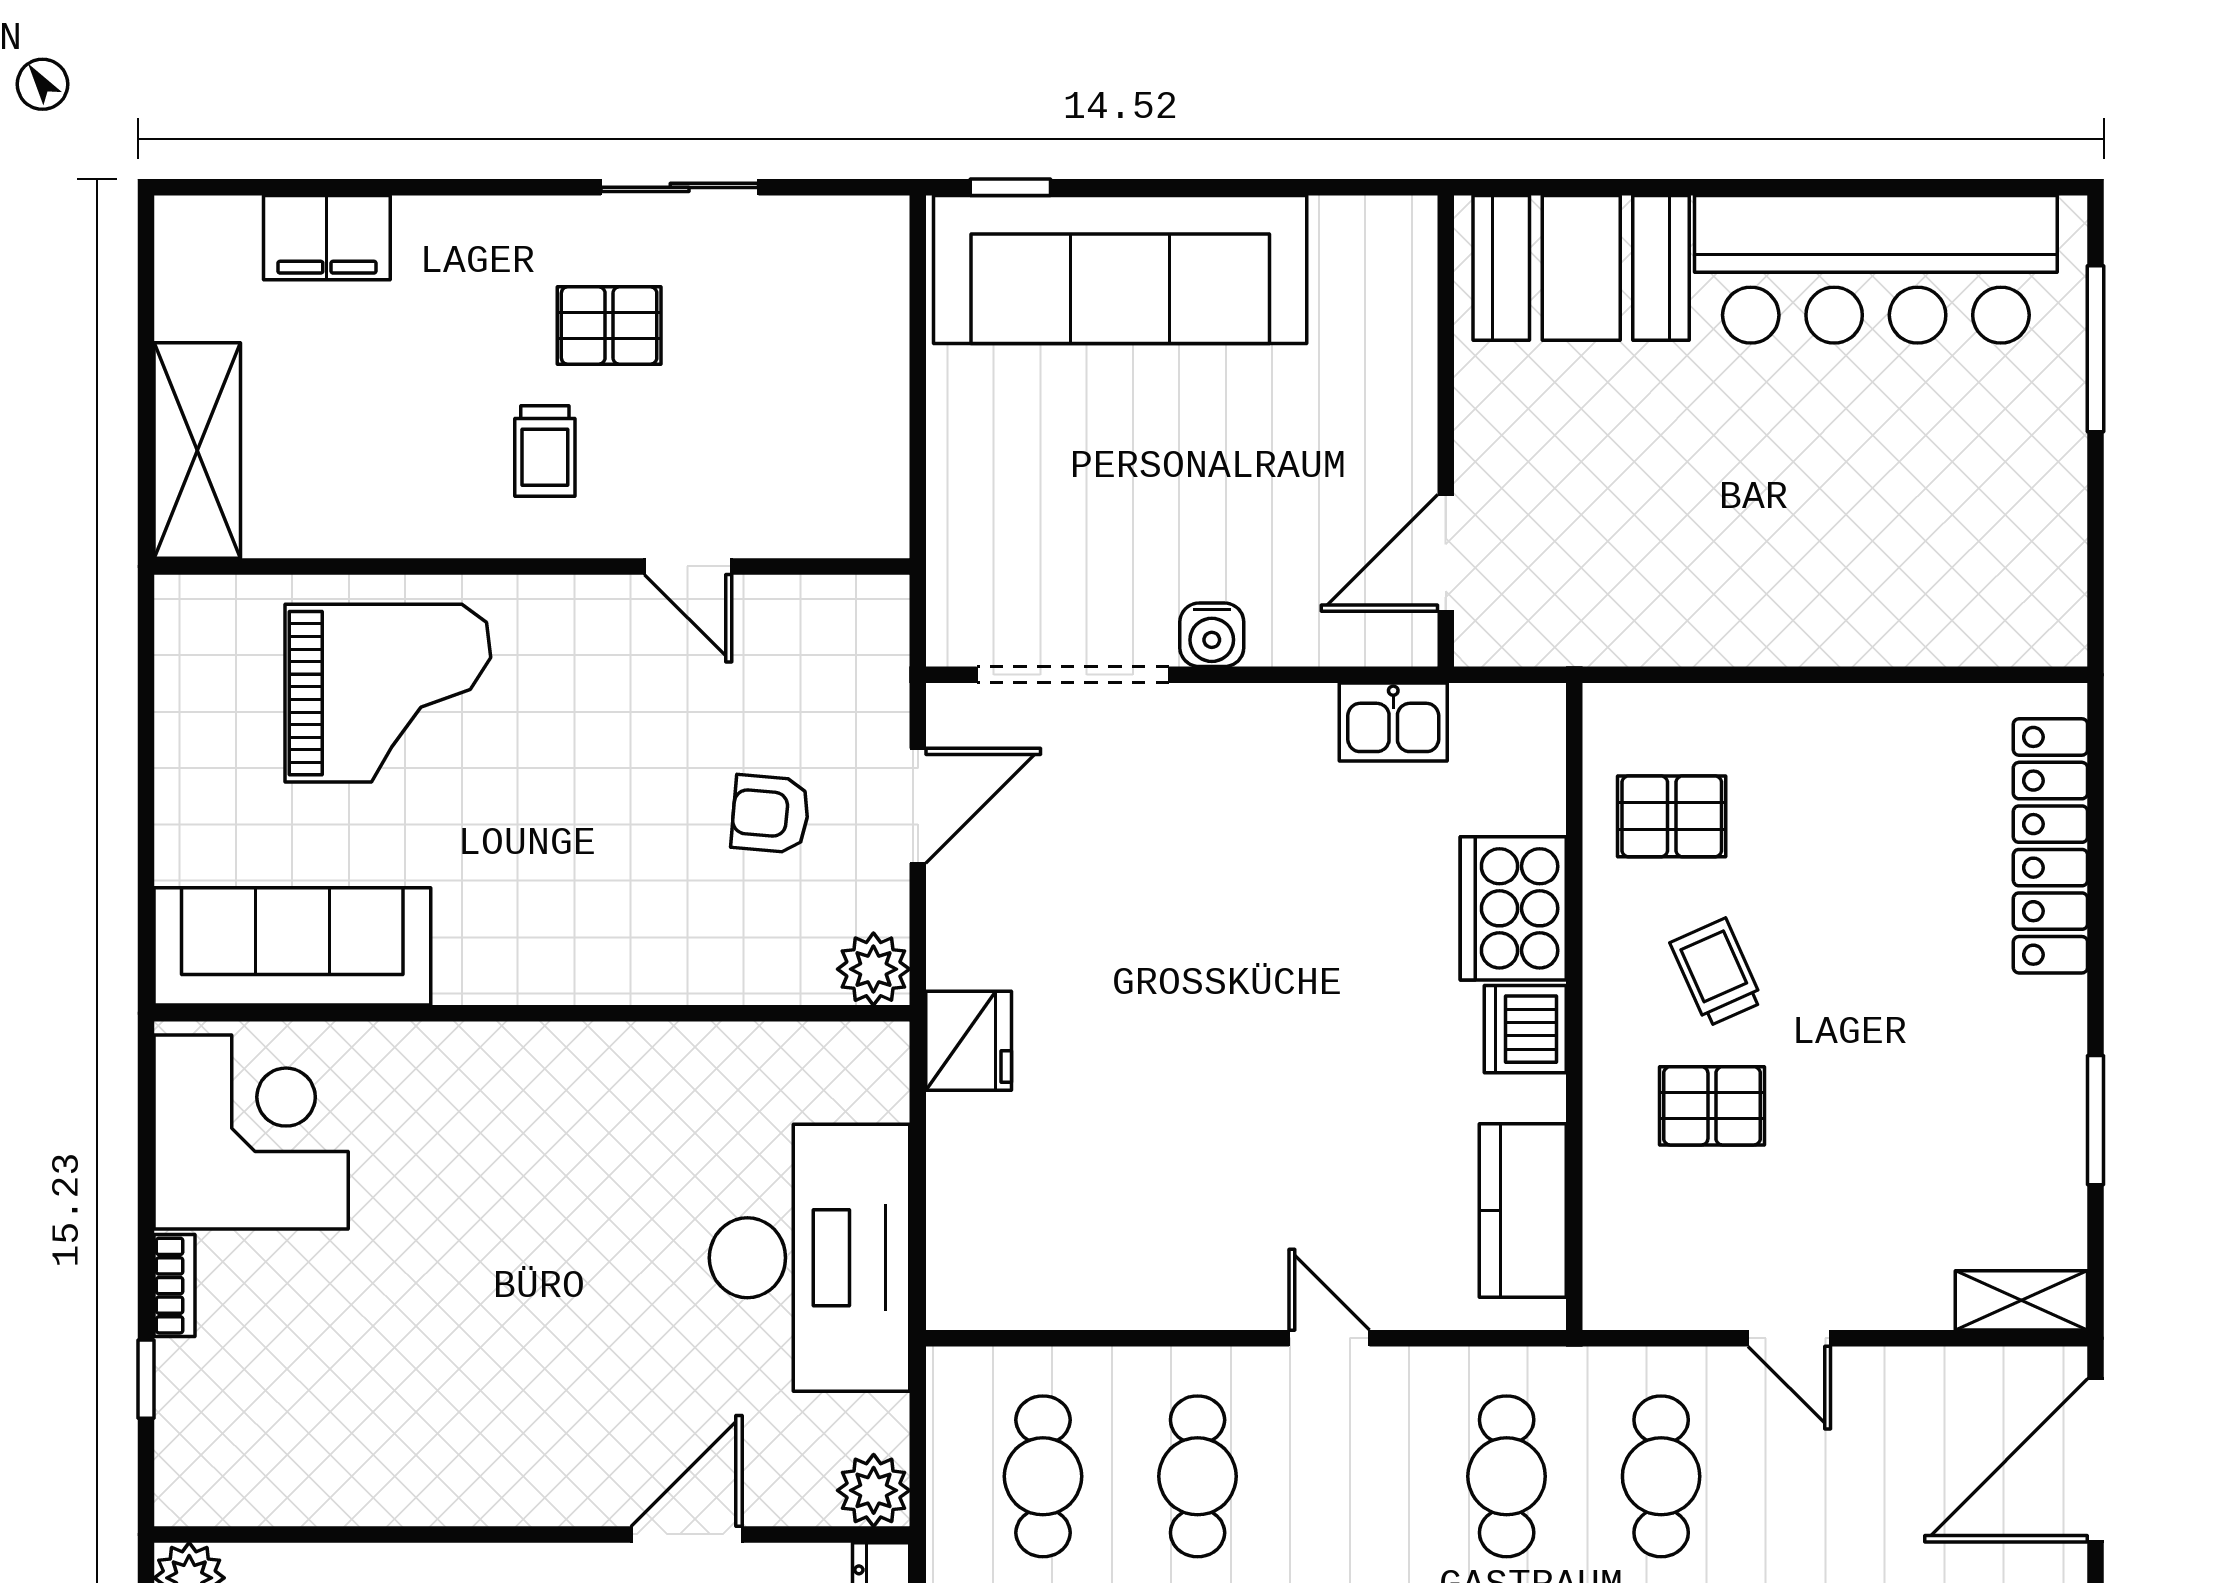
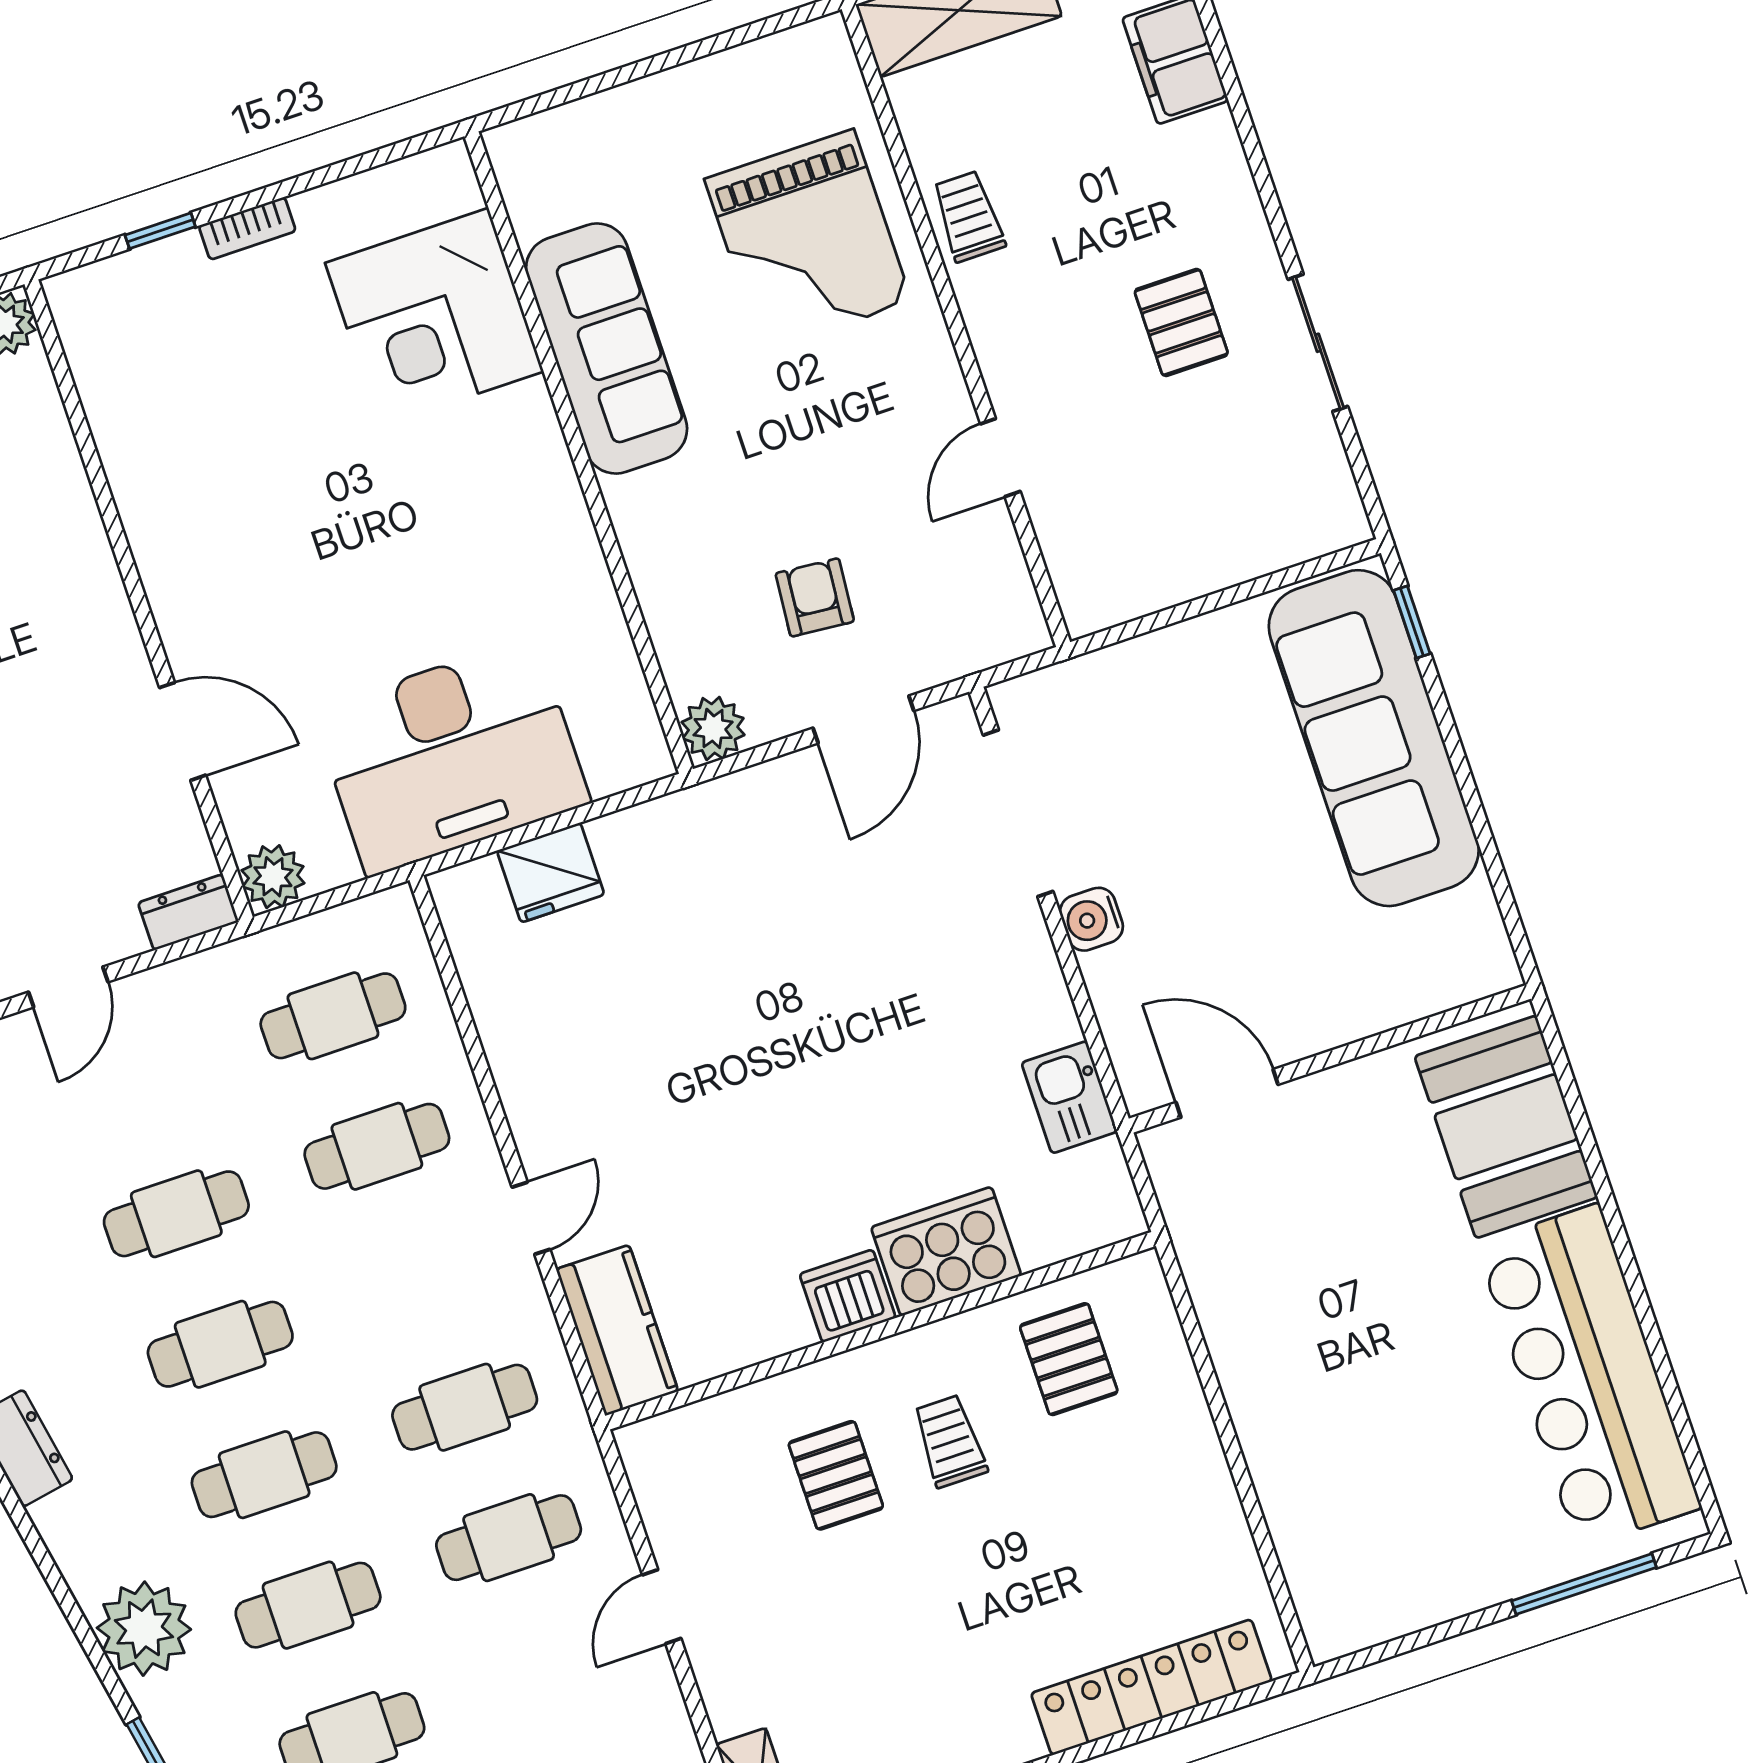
trolley: (545, 451) -> (968, 216), moved, turned 90
door: (918, 806) -> (863, 719), hinge flipped
sofa: (292, 946) -> (607, 348), moved
trolley: (1716, 972) -> (950, 1441), turned -66
fridge: (969, 1041) -> (551, 873), moved
corner desk: (251, 1132) -> (434, 317), moved, turned 90
kitchen counter: (1523, 1211) -> (617, 1330), moved, turned 90

